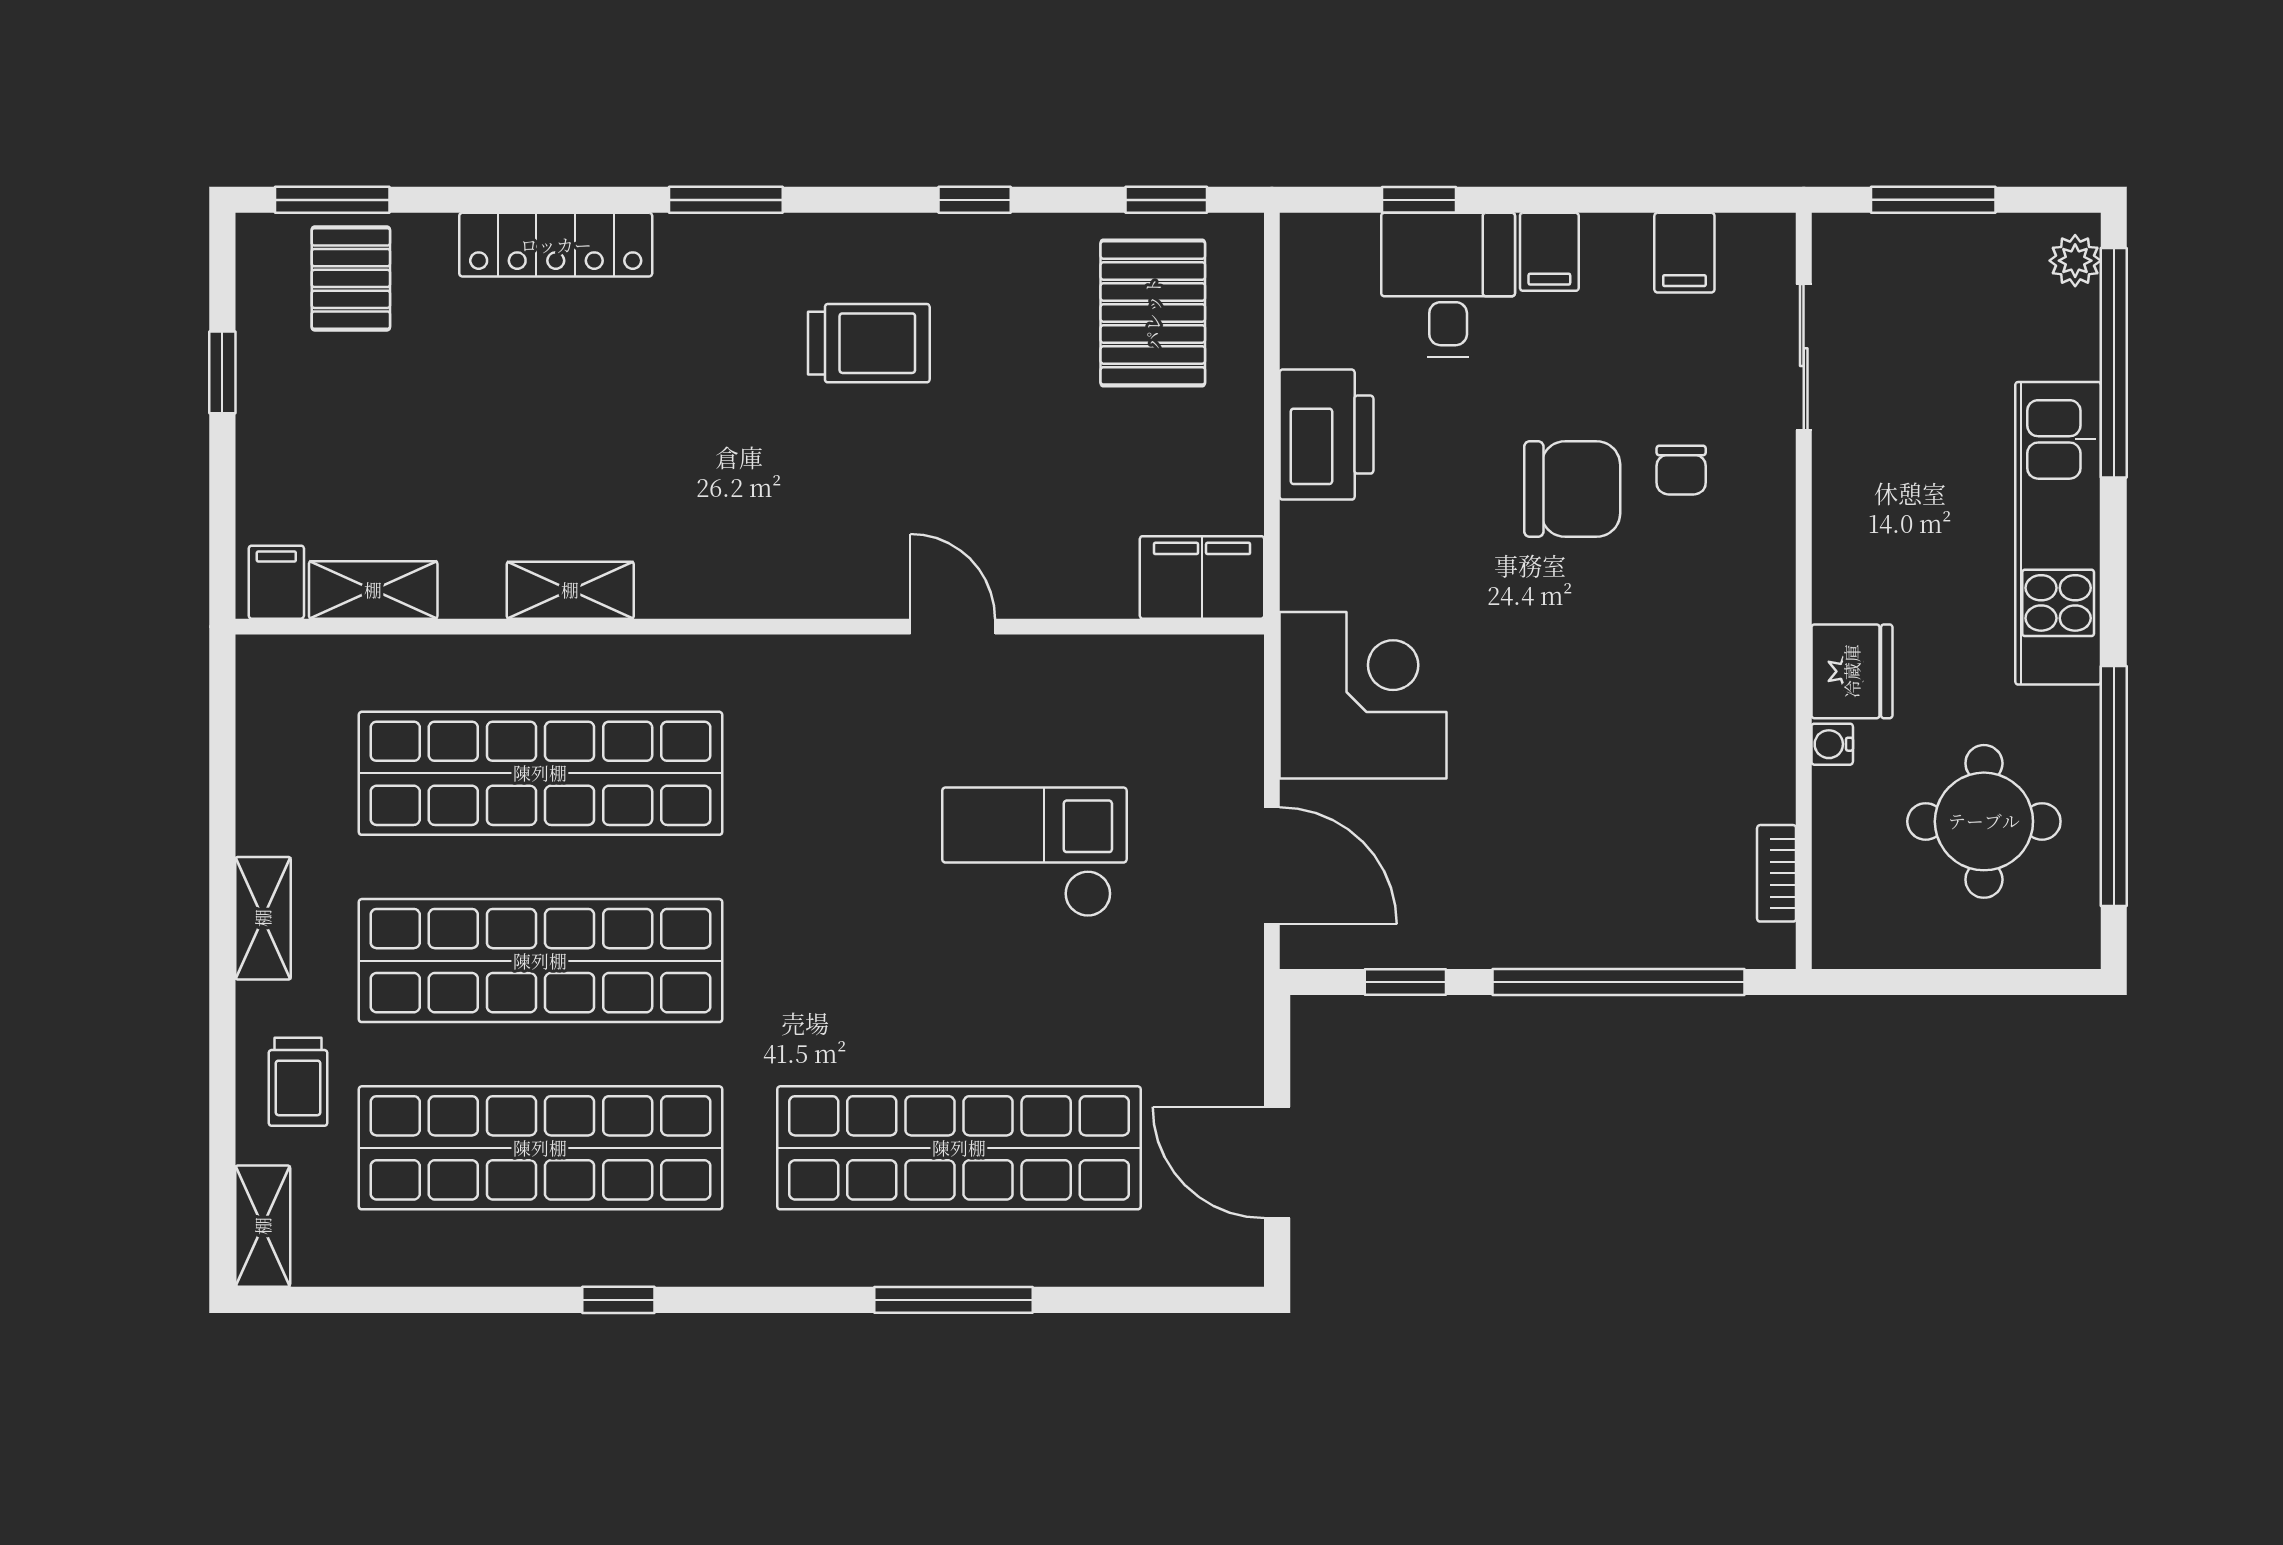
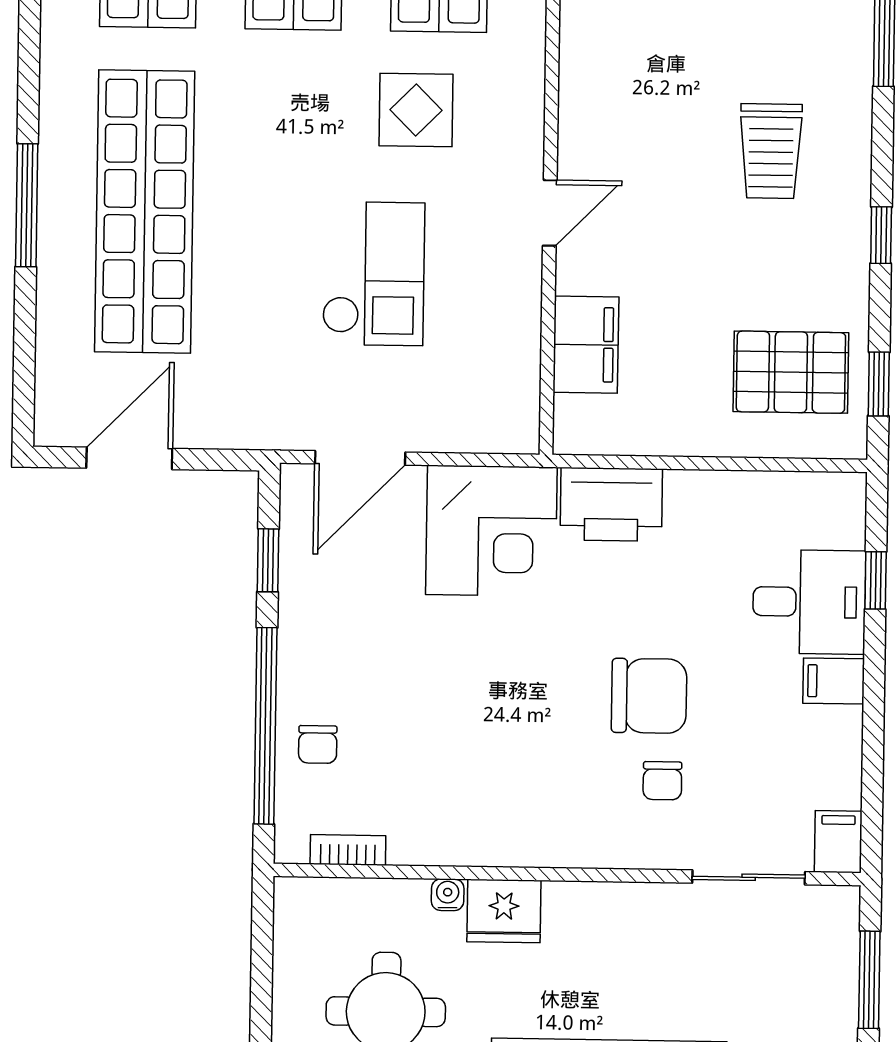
filing cabinet: (1684, 253) -> (838, 842), moved, turned 90
printer: (1326, 435) -> (611, 504), moved
chair: (1681, 470) -> (662, 781), turned -90
chair: (1572, 489) -> (649, 696), turned -90
filing cabinet: (1202, 577) -> (586, 345), moved
display table: (823, 801) -> (416, 110), added
chair: (1641, 914) -> (318, 744), added

